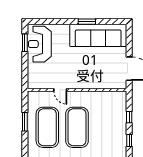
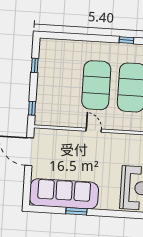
door: (60, 90) -> (94, 130), moved
window: (129, 117) -> (32, 108), moved

